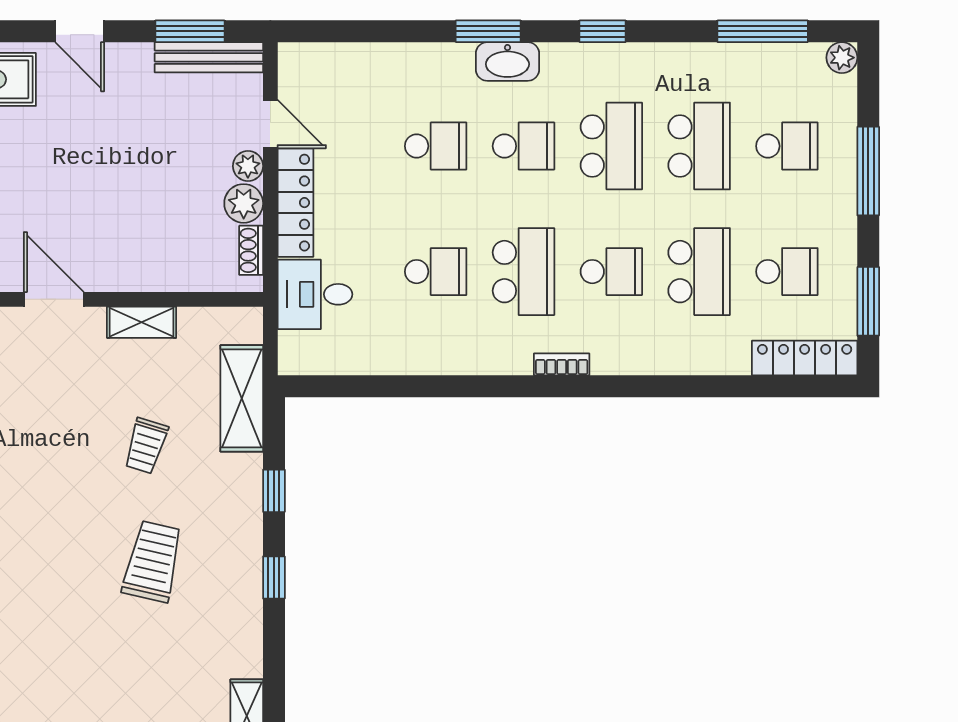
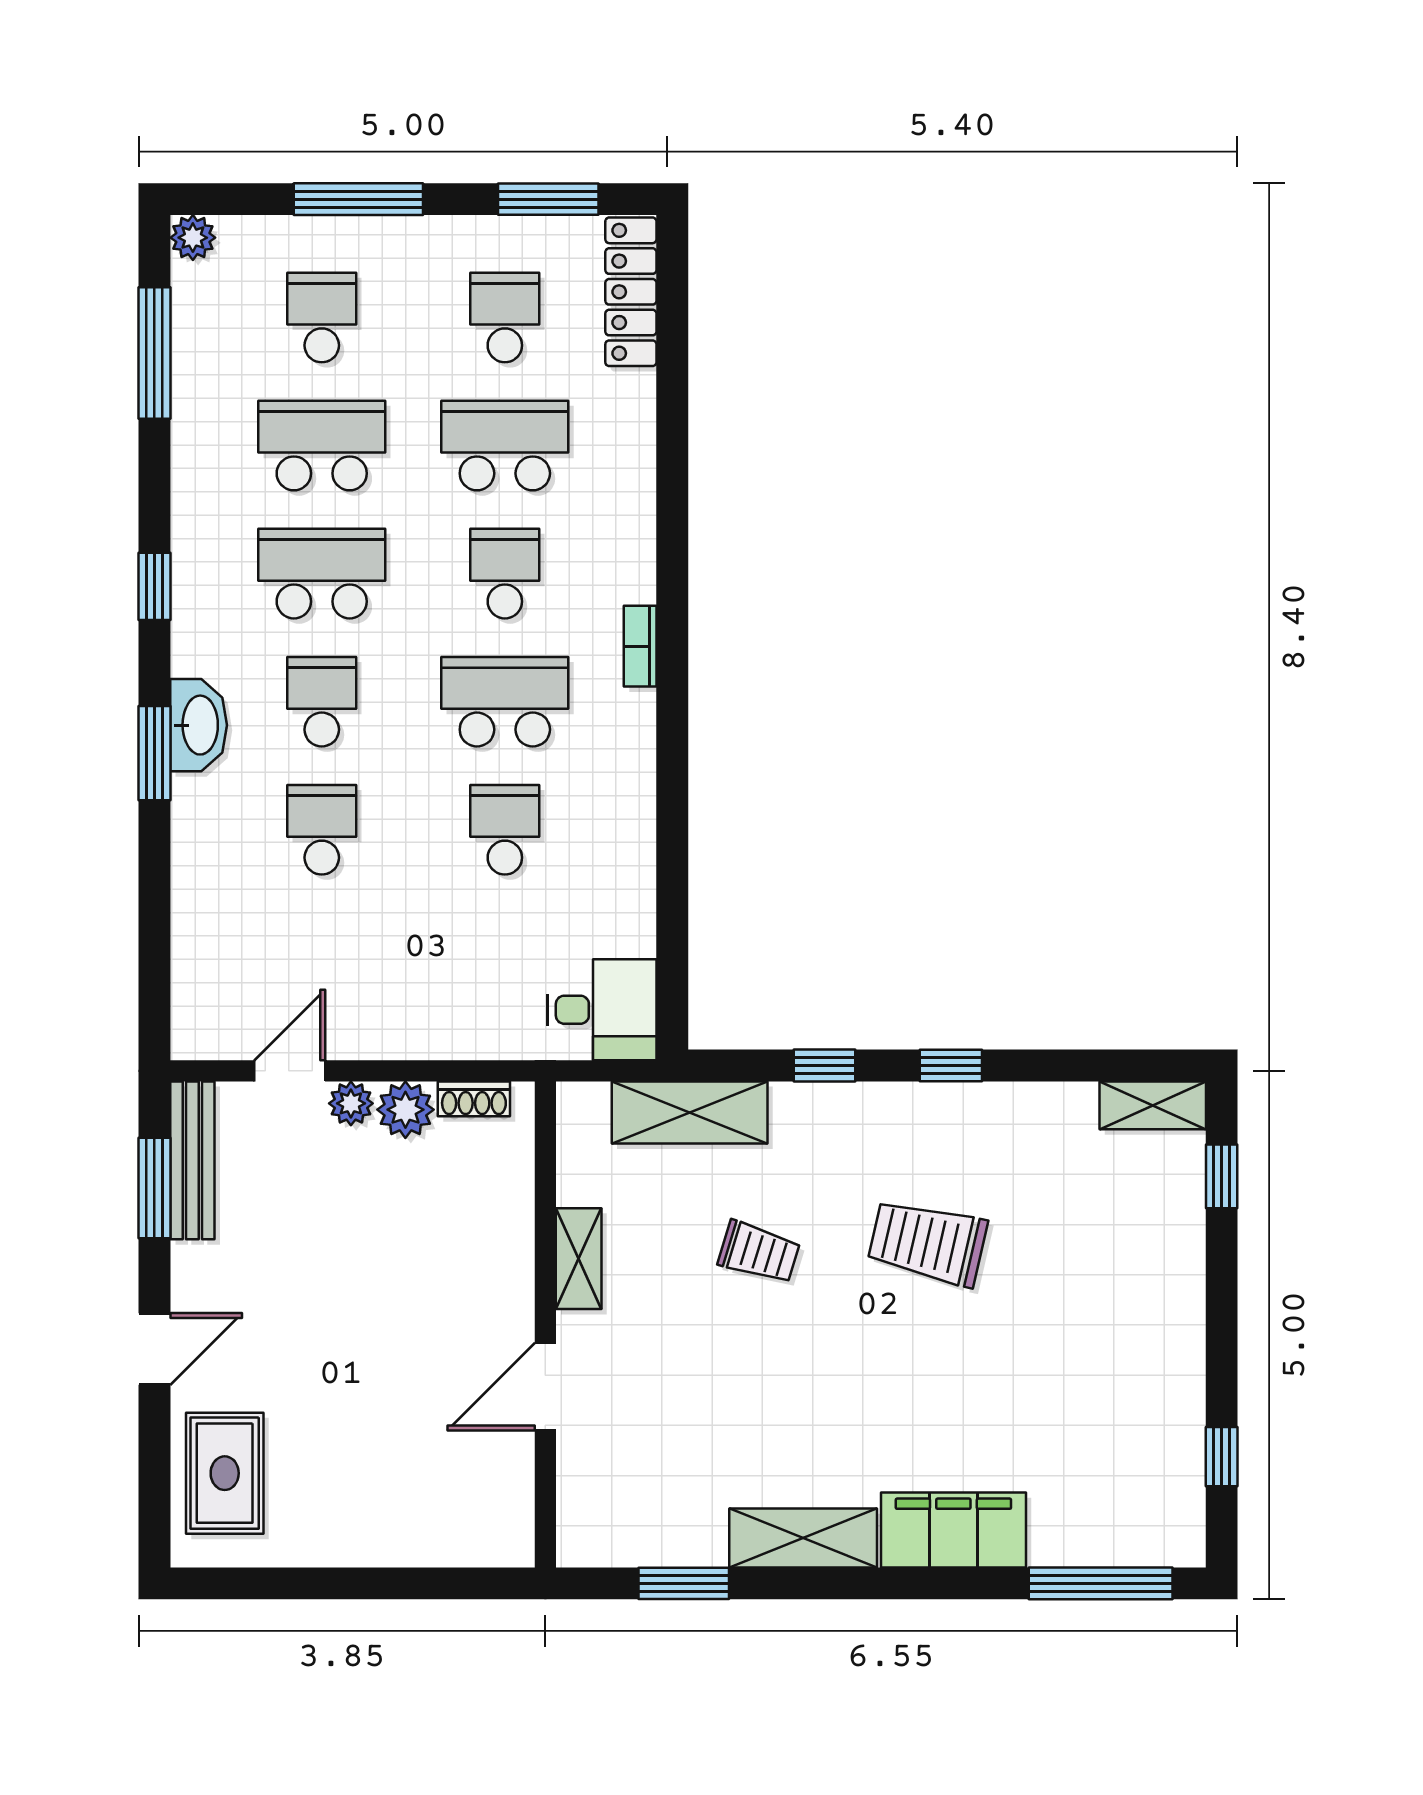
locker: (295, 203) -> (404, 1034), removed
desk: (315, 294) -> (602, 1010), moved, turned -90

